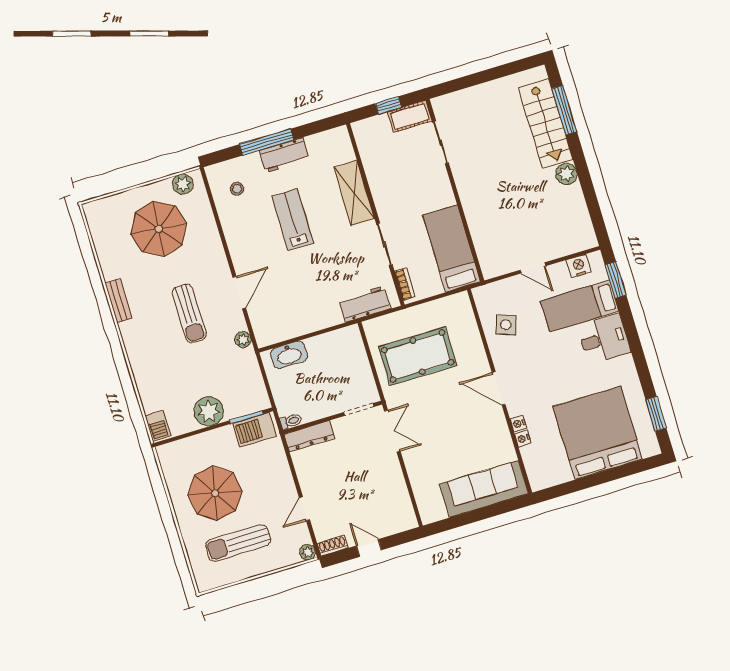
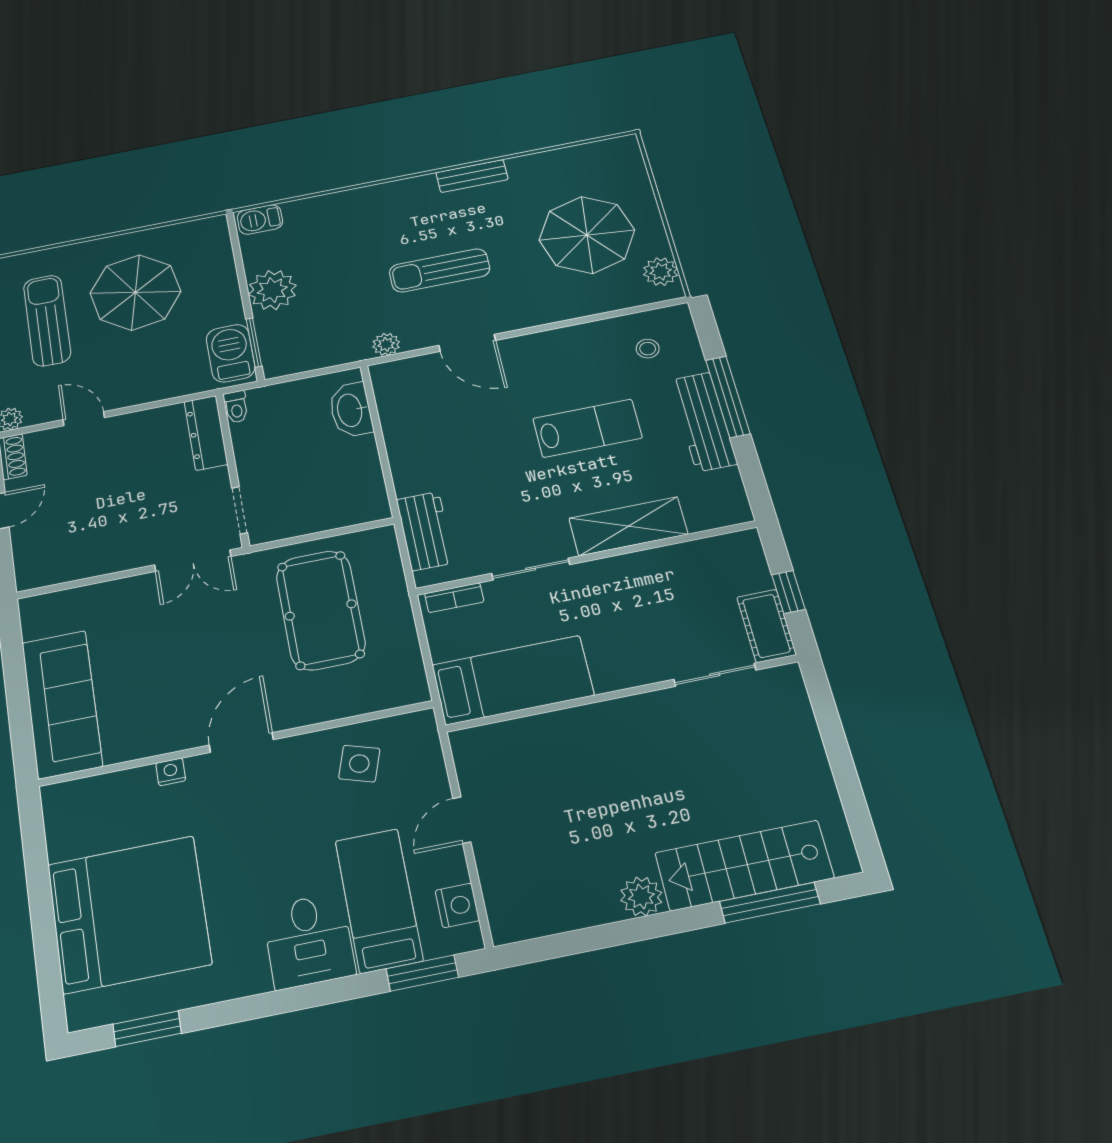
workbench: (284, 155) -> (703, 422), width x1.38
nightstand: (523, 439) -> (141, 777), removed

